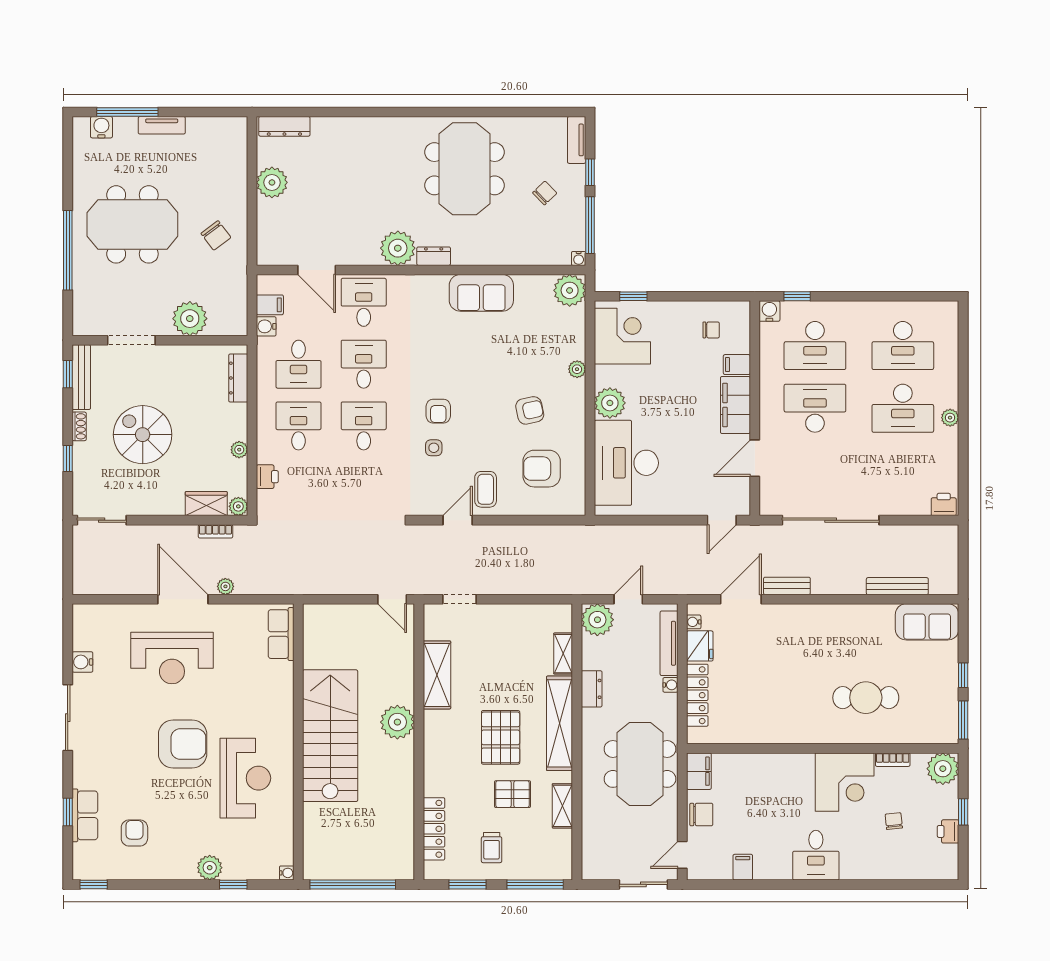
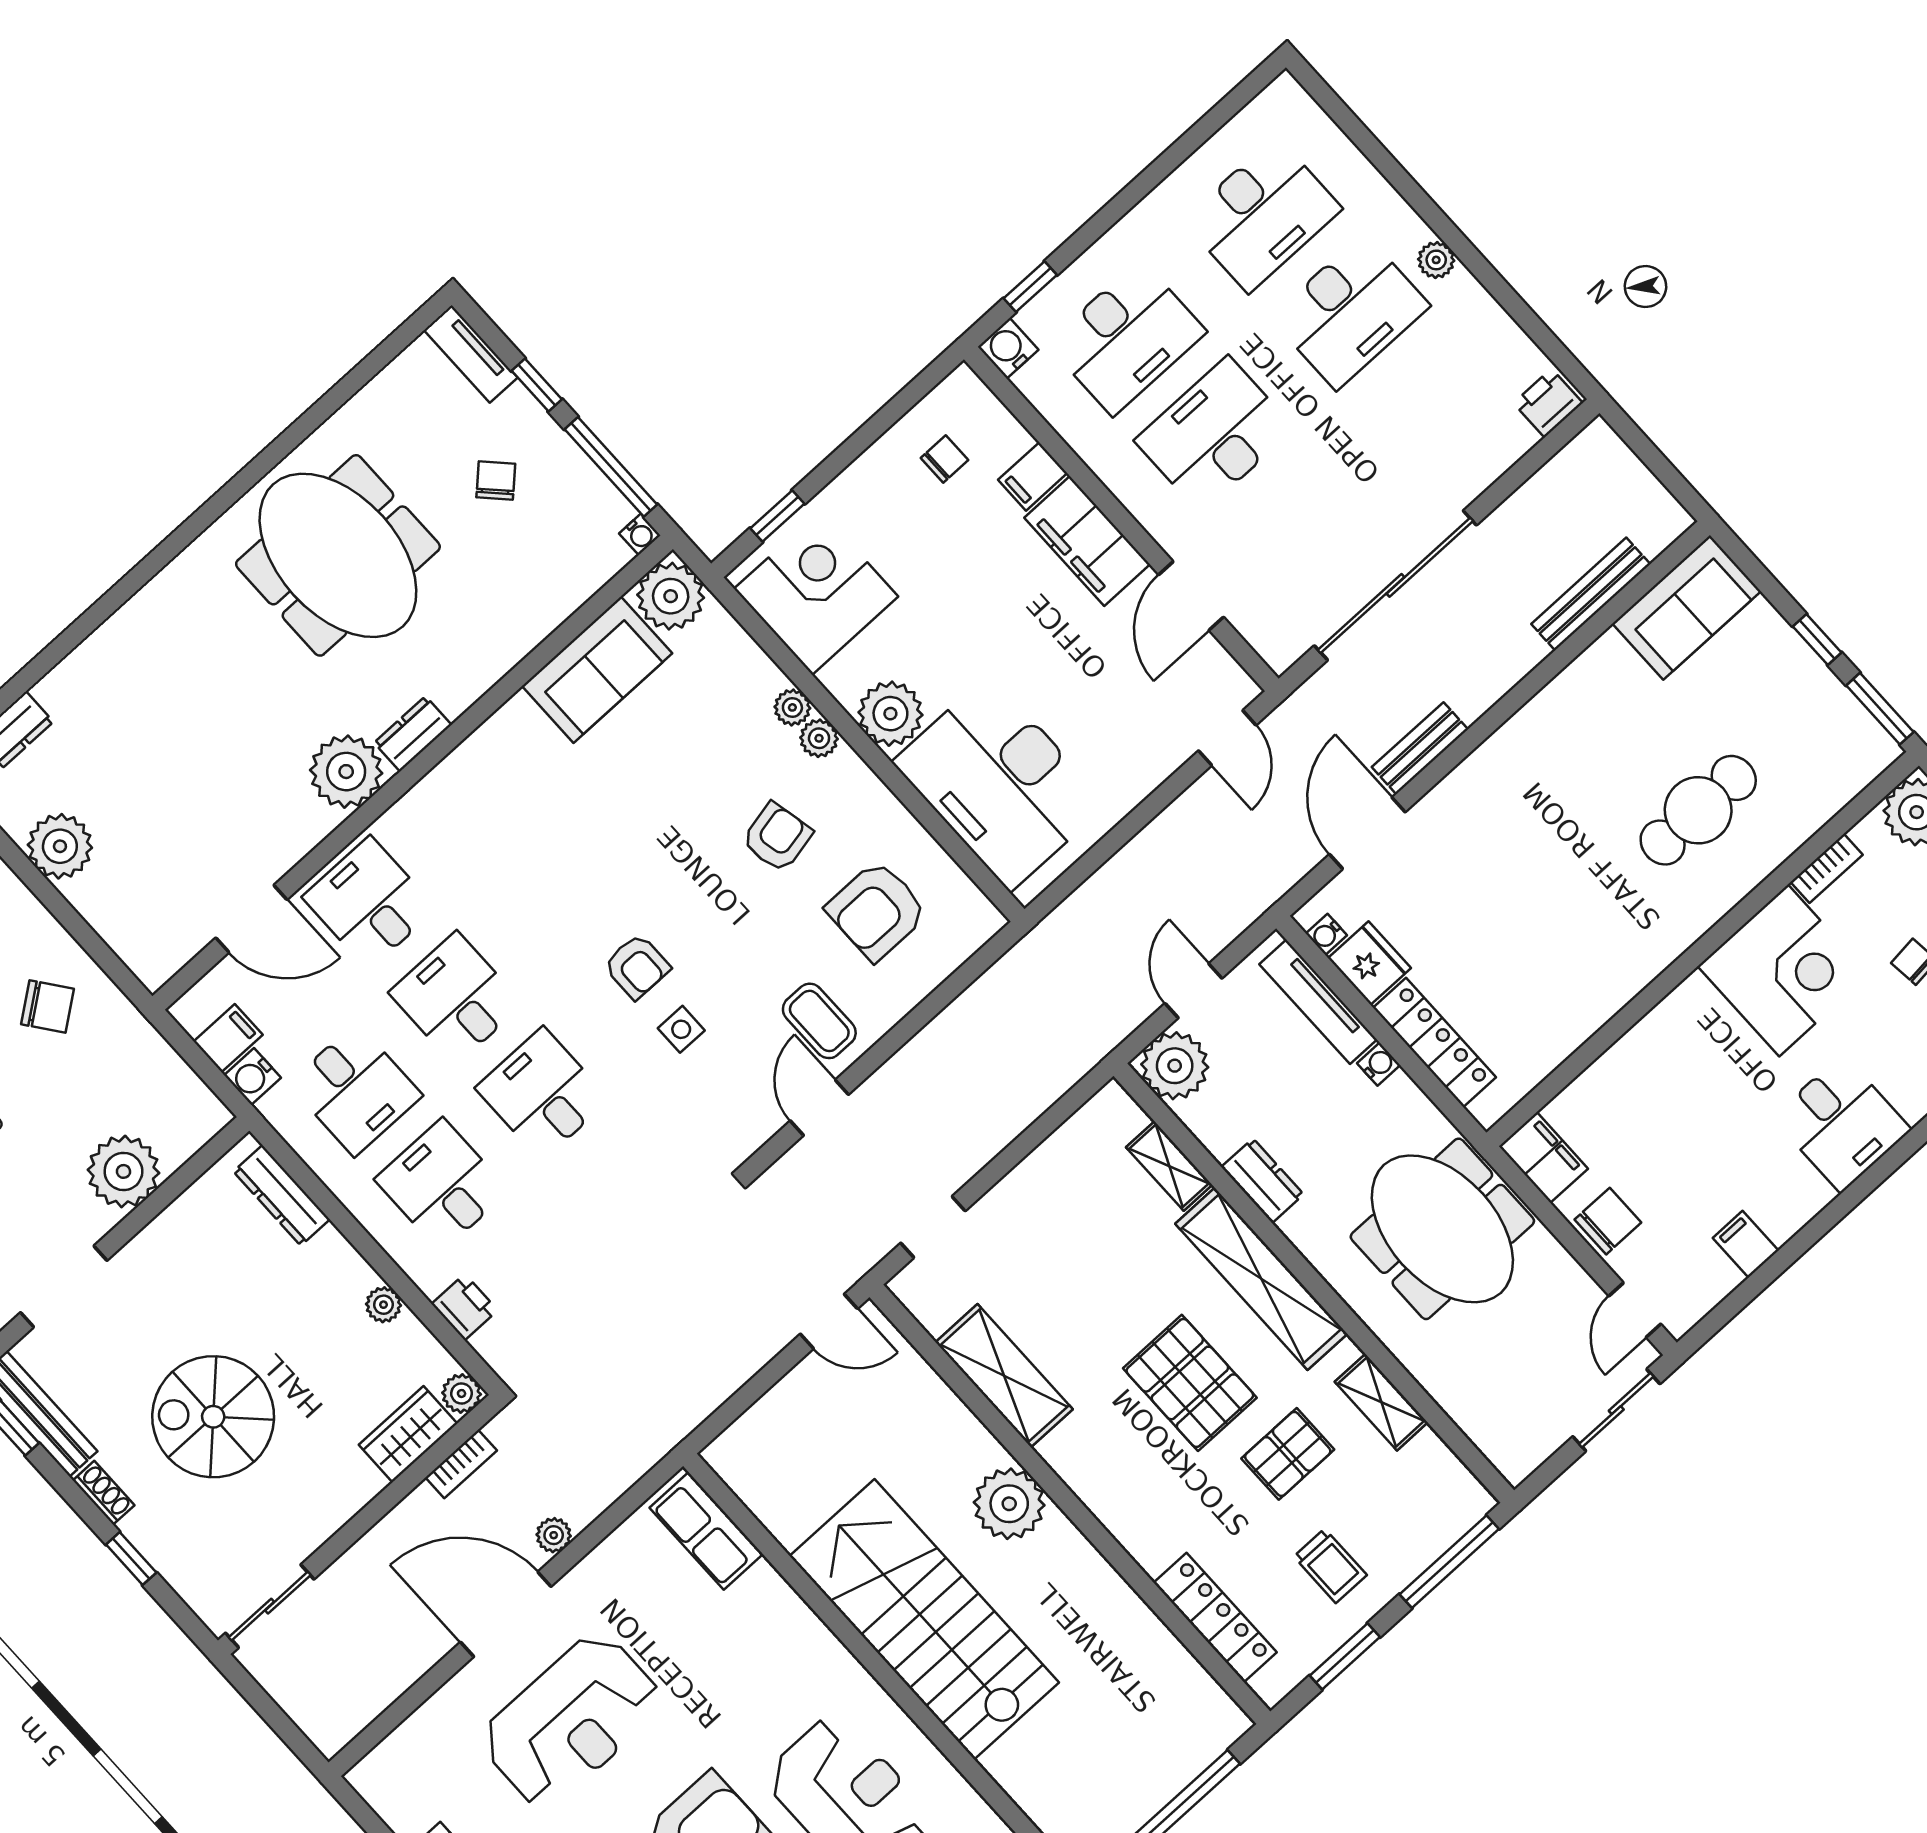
sofa: (481, 293) -> (597, 670), moved
plant: (577, 389) -> (819, 738), added

